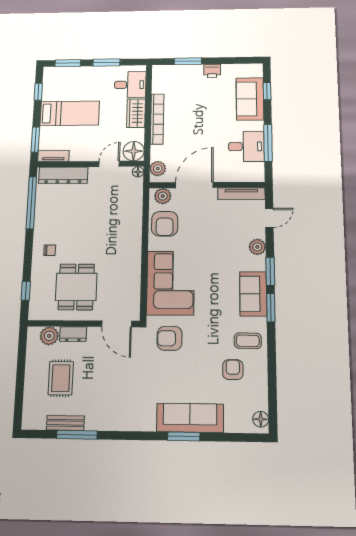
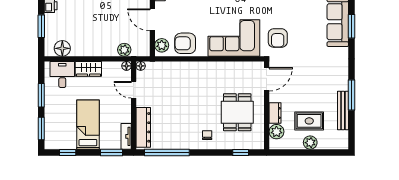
floor lamp: (161, 84) -> (62, 48), added
bookcase: (157, 119) -> (94, 51), removed
floor lamp: (134, 151) -> (126, 66), width x0.53, depth x0.53
plant: (158, 169) -> (124, 50), moved
door: (194, 185) -> (152, 20), width x0.73
armchair: (165, 224) -> (185, 43), turned 180
dining table: (76, 287) -> (237, 112), turned 90
plant: (33, 379) -> (310, 143), added
bench: (65, 423) -> (343, 111), width x1.36
window: (77, 435) -> (351, 95), moved

